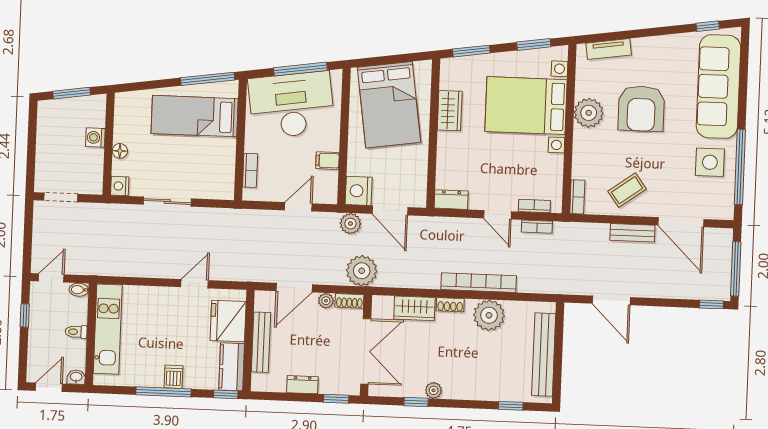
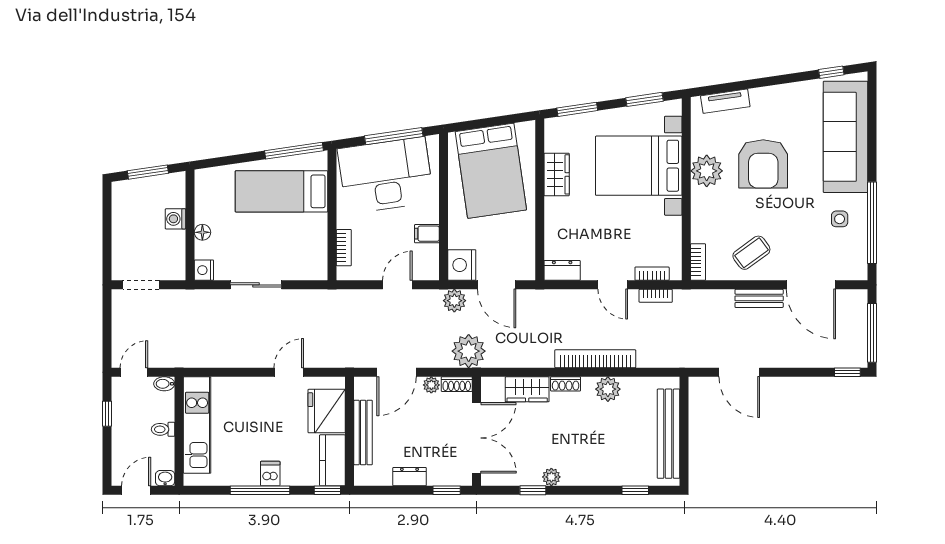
side table: (710, 162) -> (840, 219), width x0.54, depth x0.54
plant: (489, 315) -> (608, 389), width x0.73, depth x0.73

